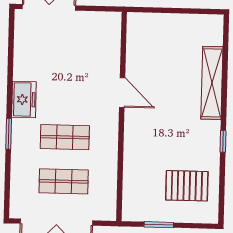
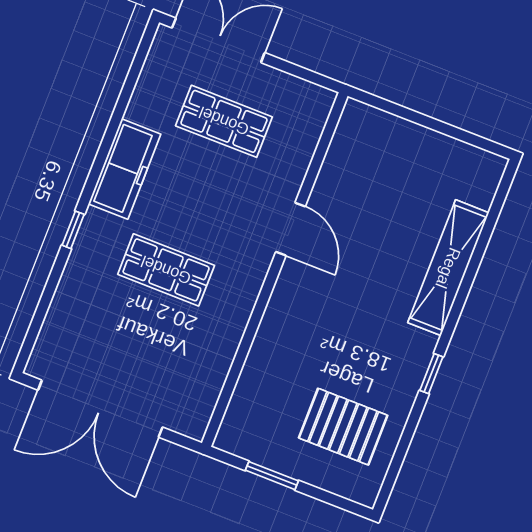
freezer: (24, 99) -> (125, 169), width x1.40
window: (9, 134) -> (73, 230), width x0.67
shop shelf: (64, 181) -> (224, 121), moved

